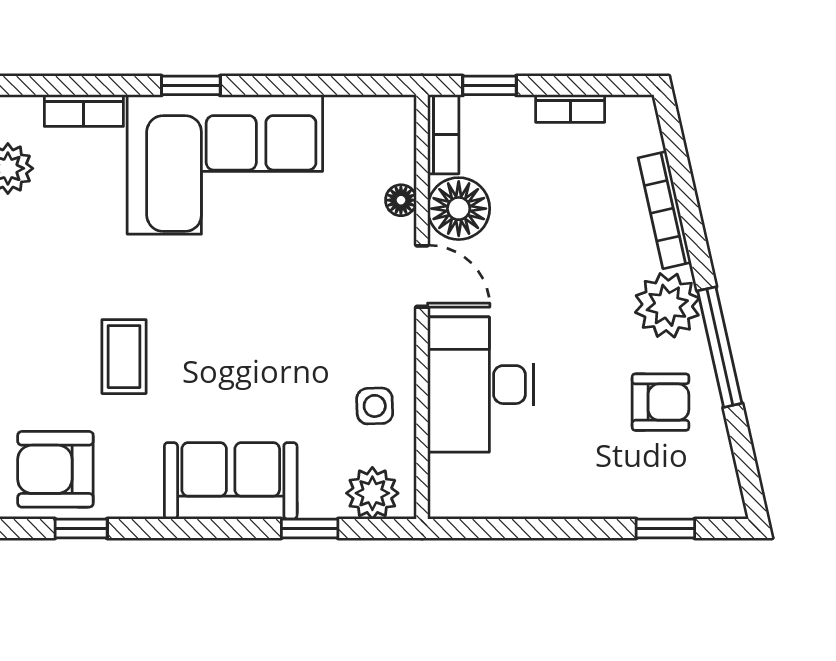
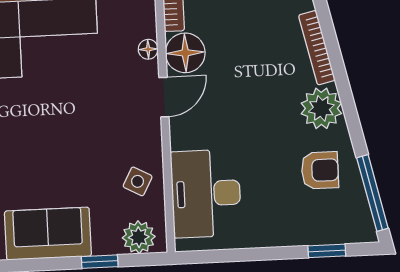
door: (422, 276) -> (164, 97), hinge flipped
window: (720, 347) -> (372, 193), moved
desk: (481, 385) -> (206, 194), moved
side table: (375, 406) -> (138, 181), turned 30

